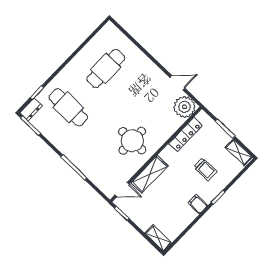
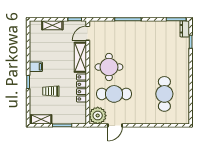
cafe table: (68, 107) -> (114, 94), moved
locker: (186, 135) -> (82, 88), moved
shelving: (158, 238) -> (52, 25), moved

